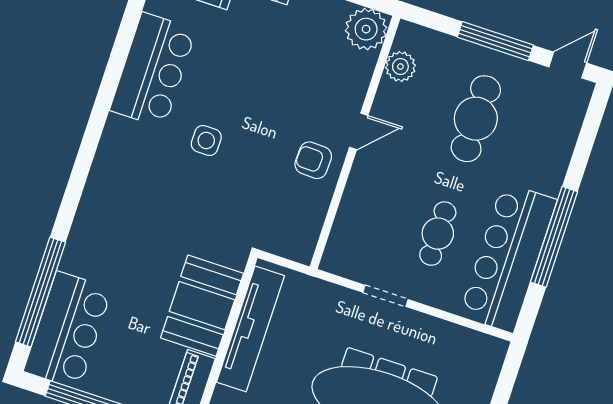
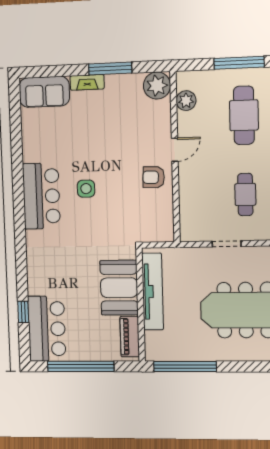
bar counter: (153, 70) -> (41, 196), moved
window: (40, 292) -> (23, 312), width x0.32

